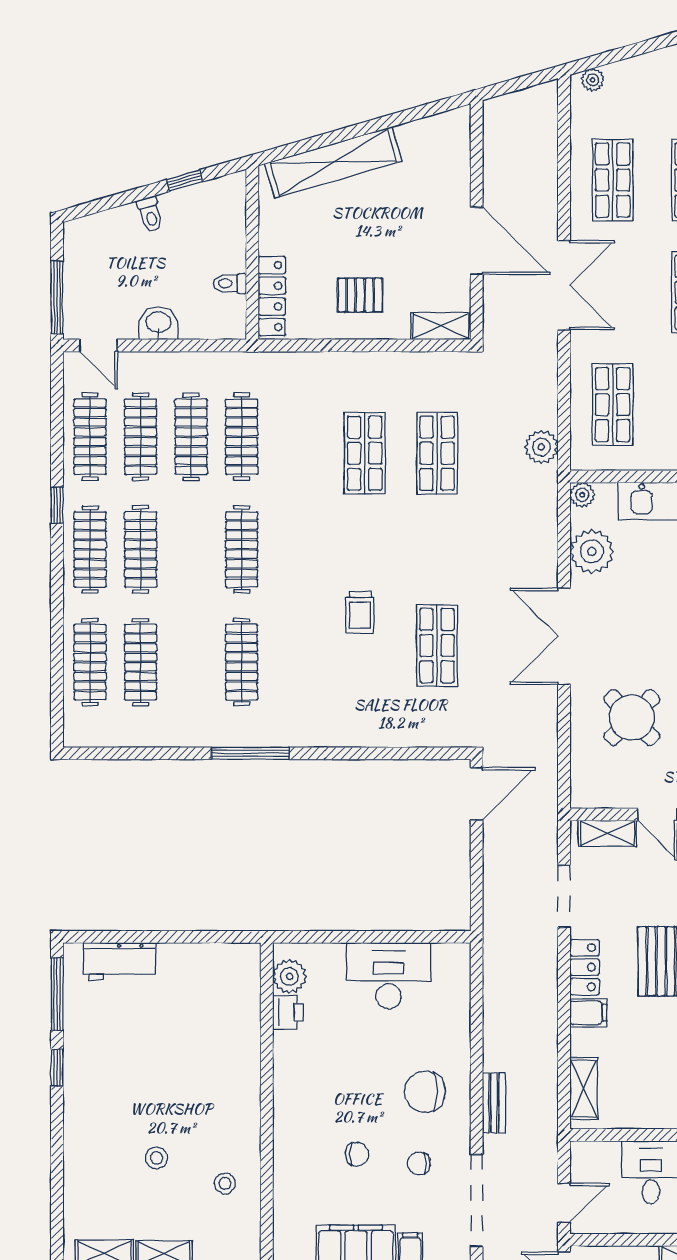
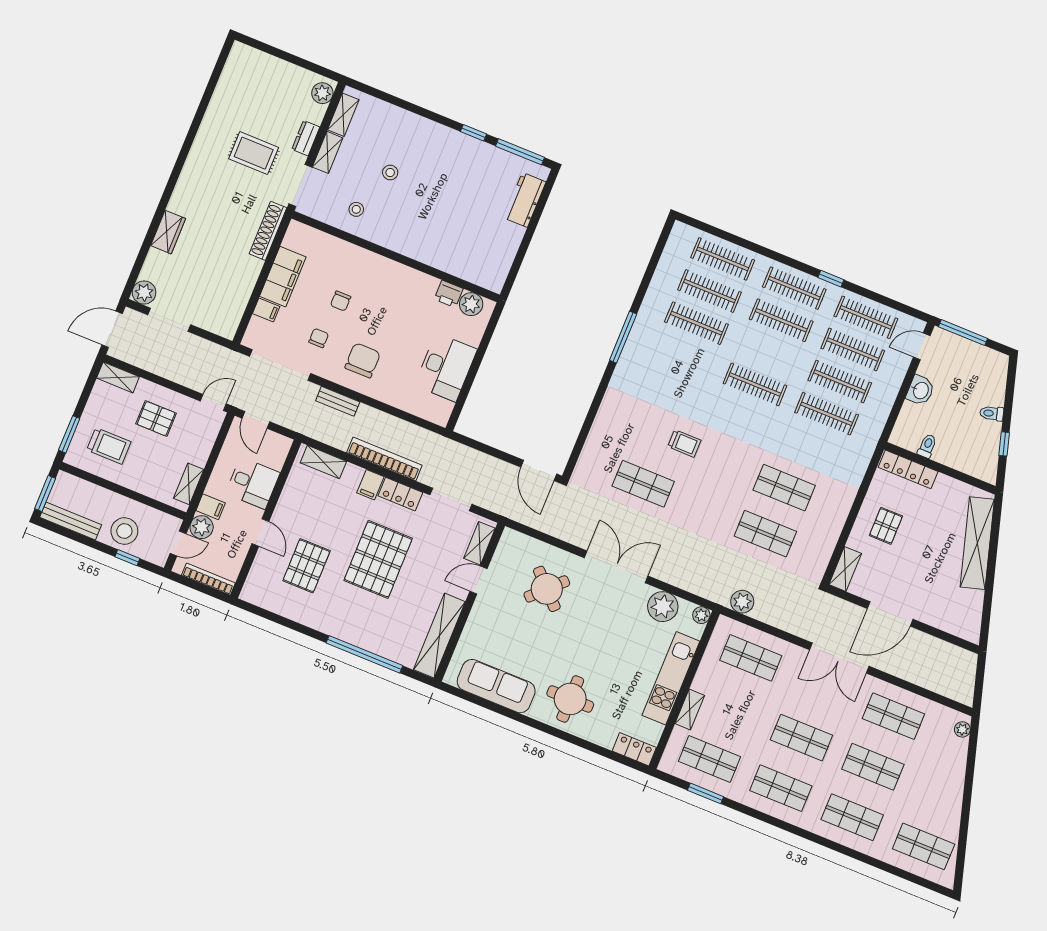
trolley: (360, 612) -> (684, 443), turned 180
clothes rail: (242, 662) -> (696, 323), moved
bookcase: (546, 1008) -> (384, 459), added

